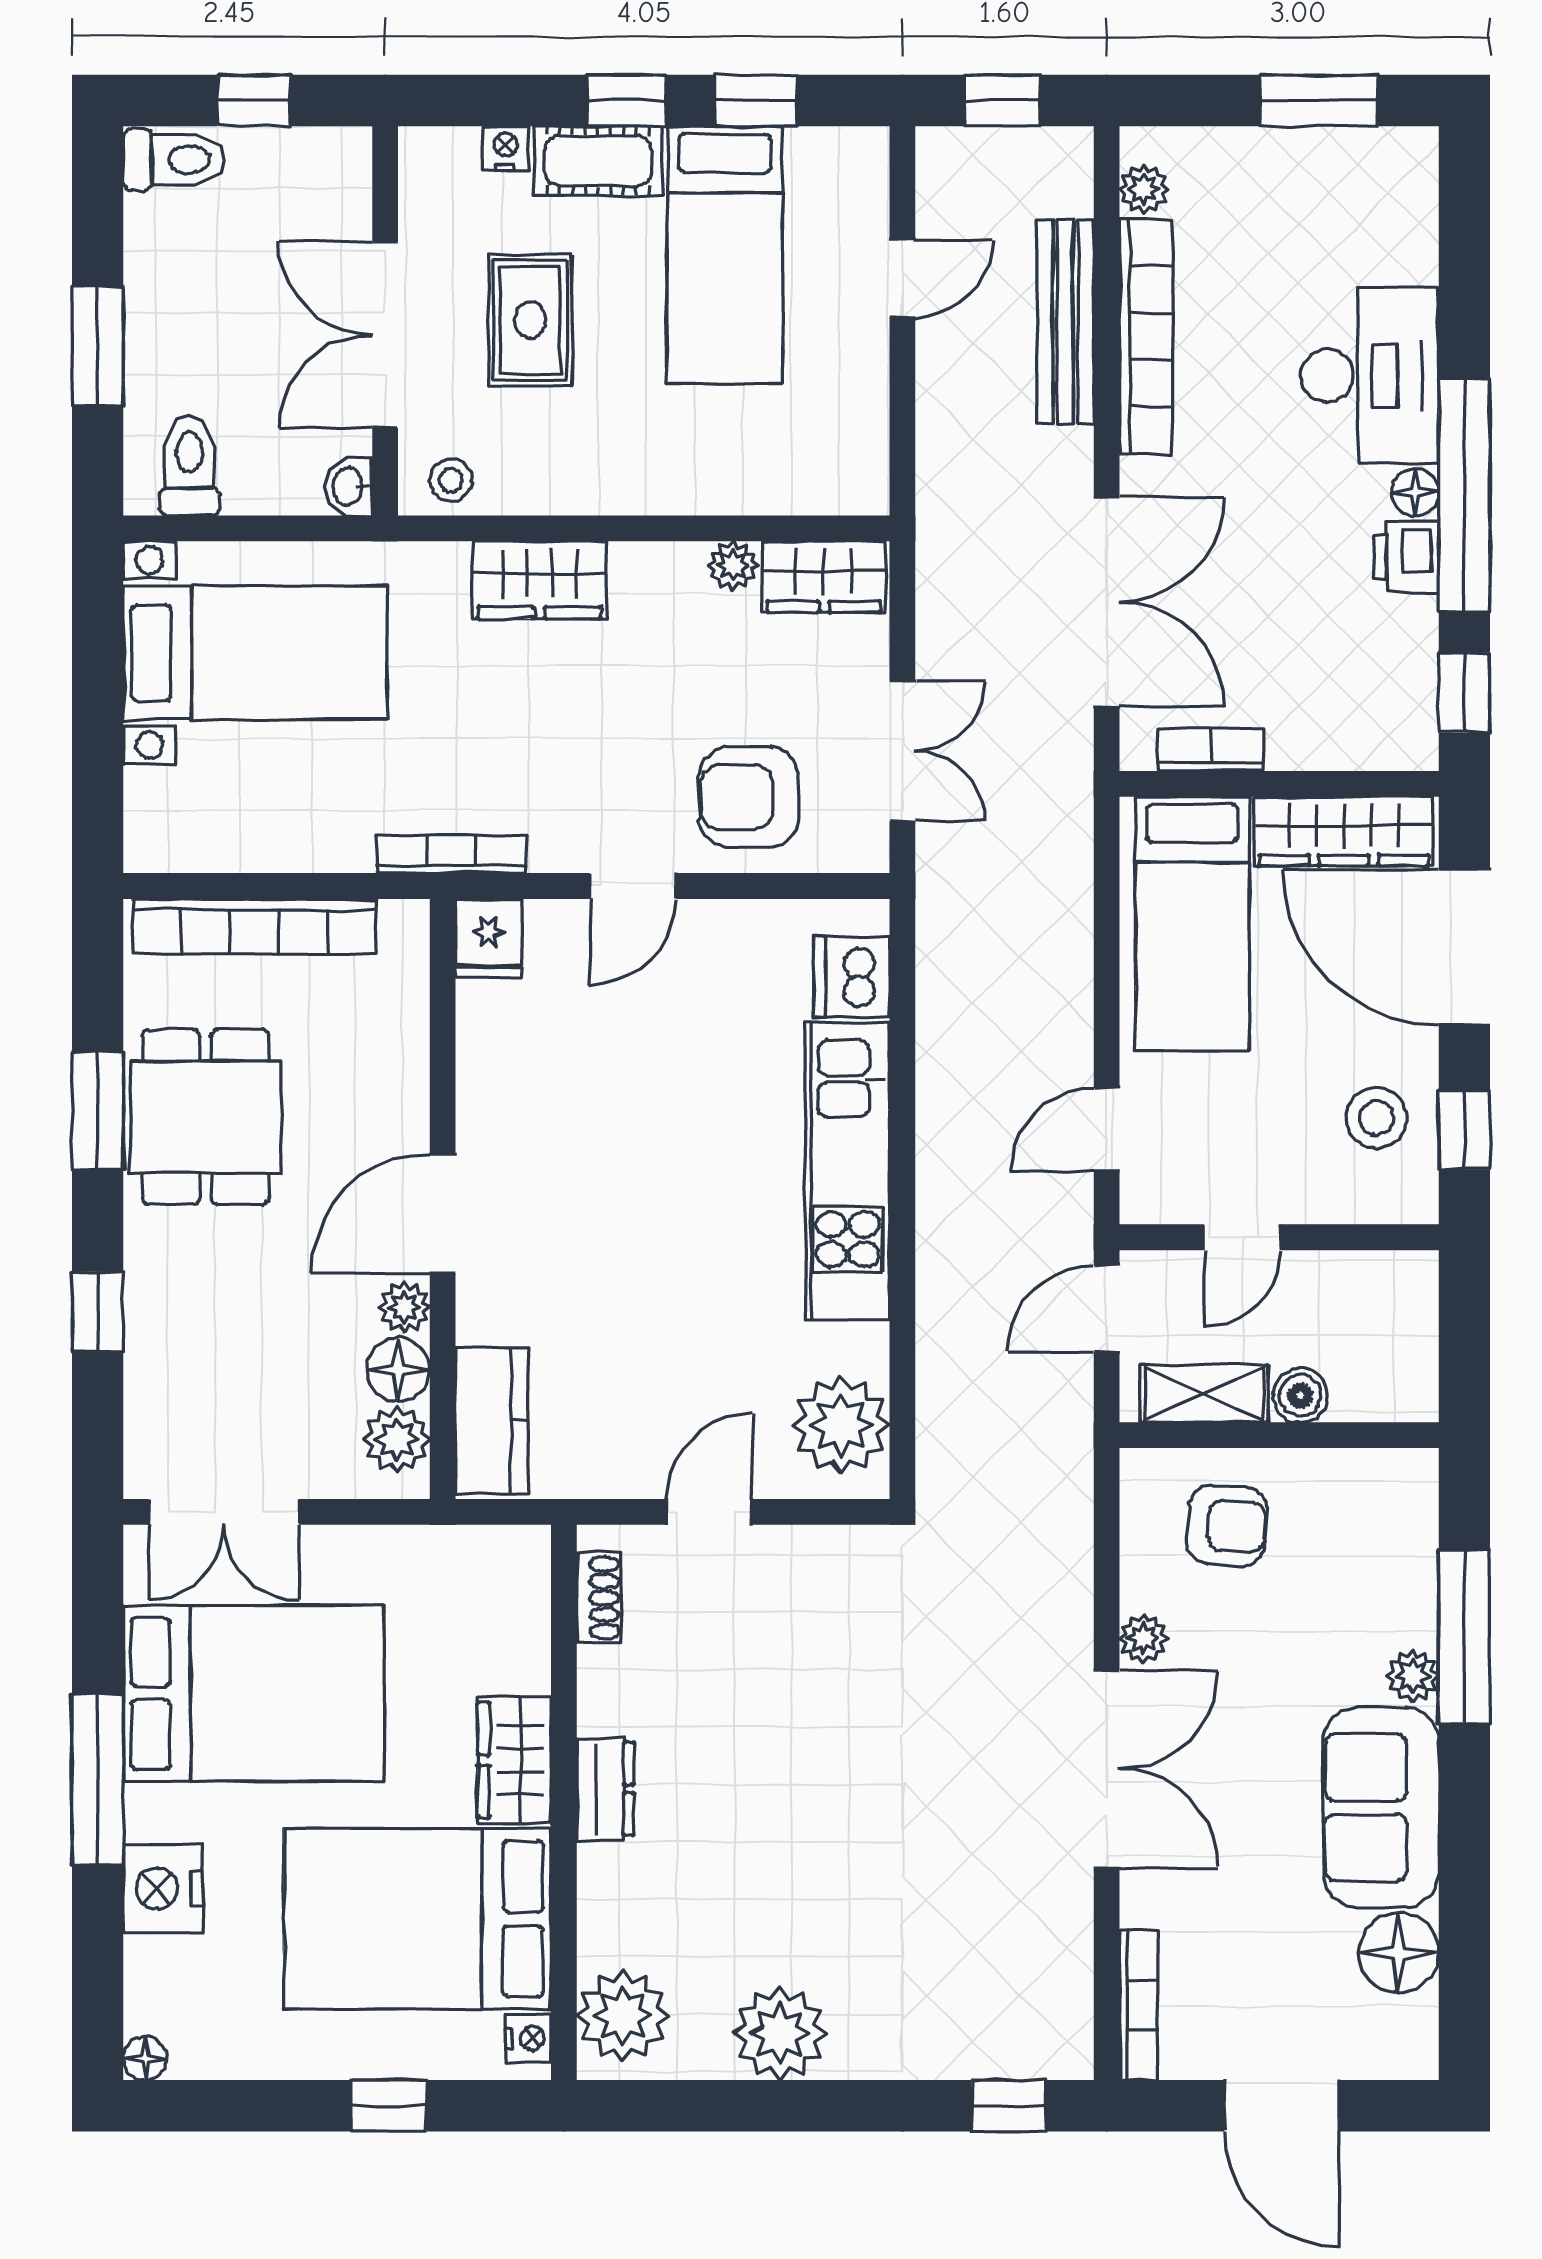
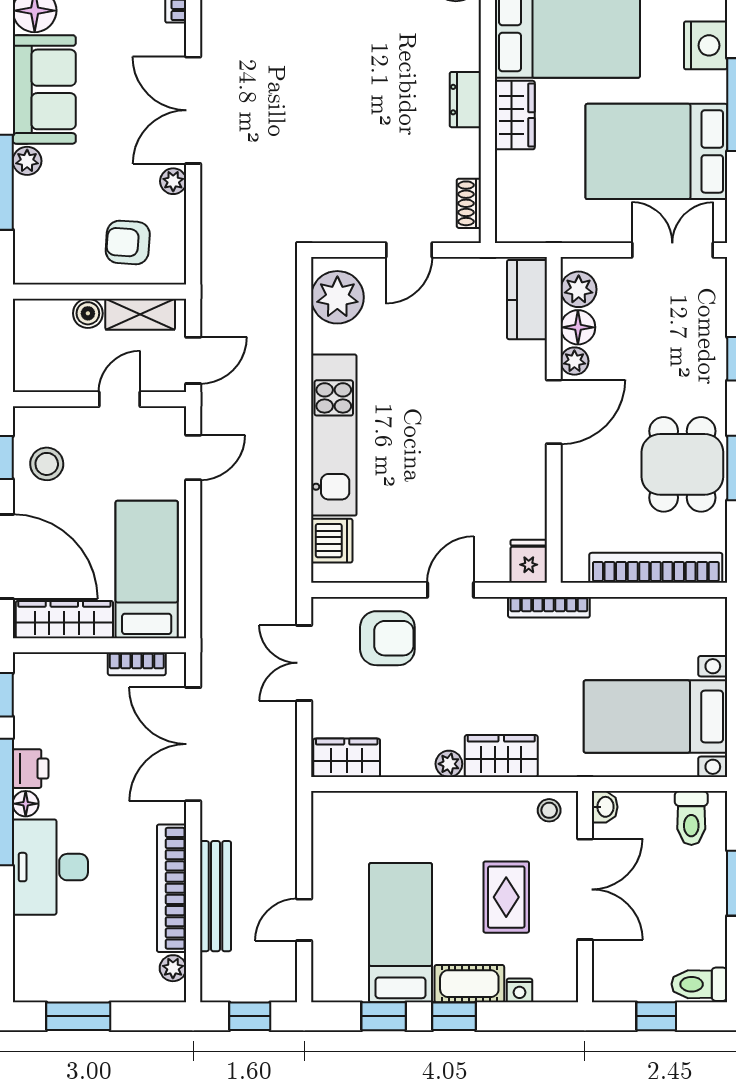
plant: (733, 566) -> (449, 764), moved

